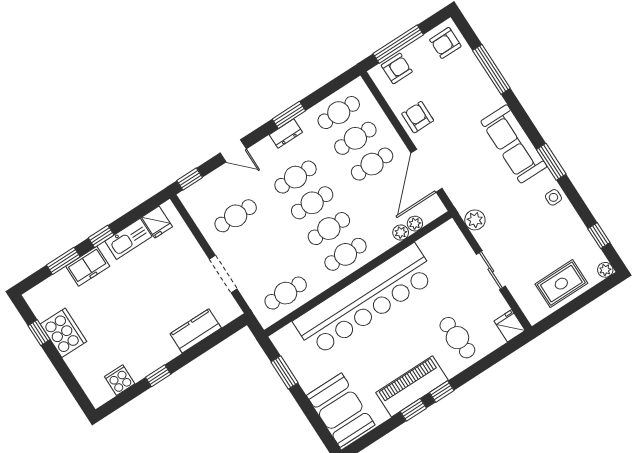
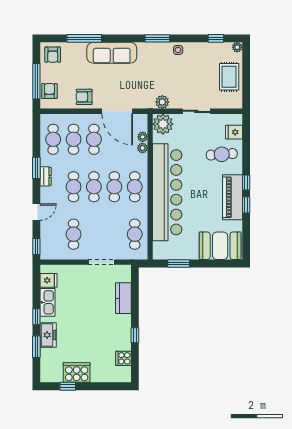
sofa: (514, 144) -> (112, 53), moved
plant: (448, 239) -> (163, 124), added
fridge: (510, 326) -> (234, 132), moved

